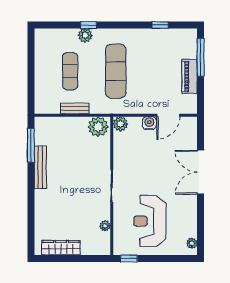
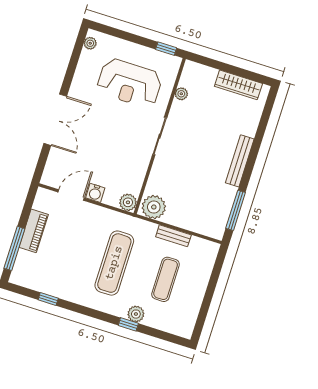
bench: (40, 167) -> (240, 161), moved
reception desk: (150, 221) -> (129, 83), turned 90

